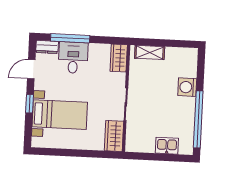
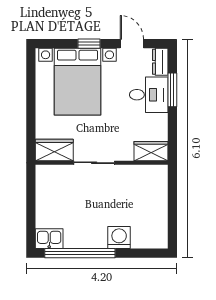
window: (70, 38) -> (172, 90), width x0.69
shelving: (150, 52) -> (160, 189), removed
bed with nightstands: (60, 115) -> (77, 82), width x1.36
kitchen sink: (167, 146) -> (49, 239), moved, turned -90

